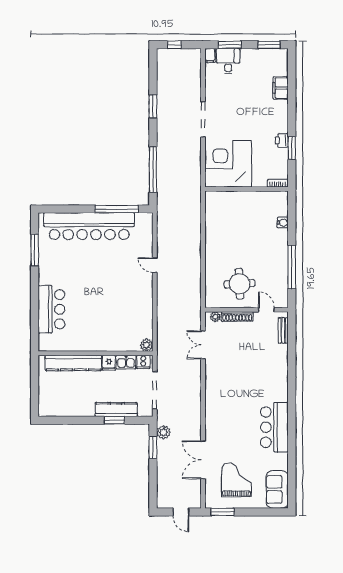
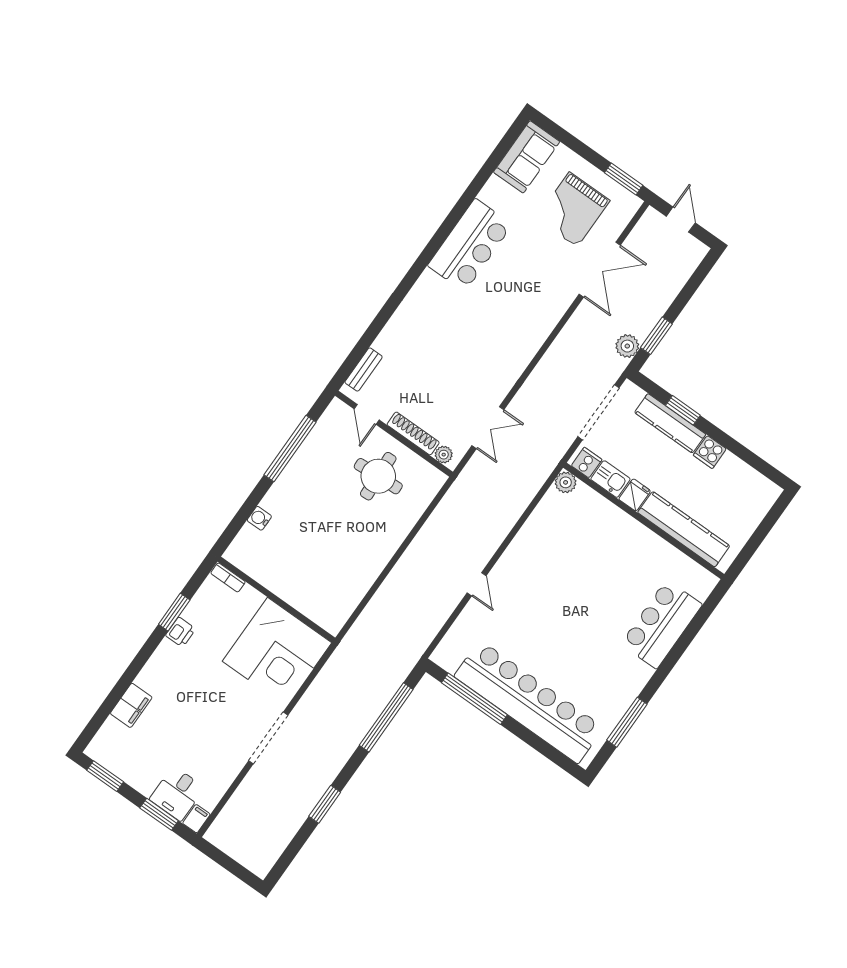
window: (175, 45) -> (235, 868), removed
cooker: (87, 409) -> (710, 452), added

